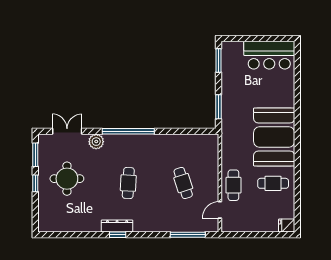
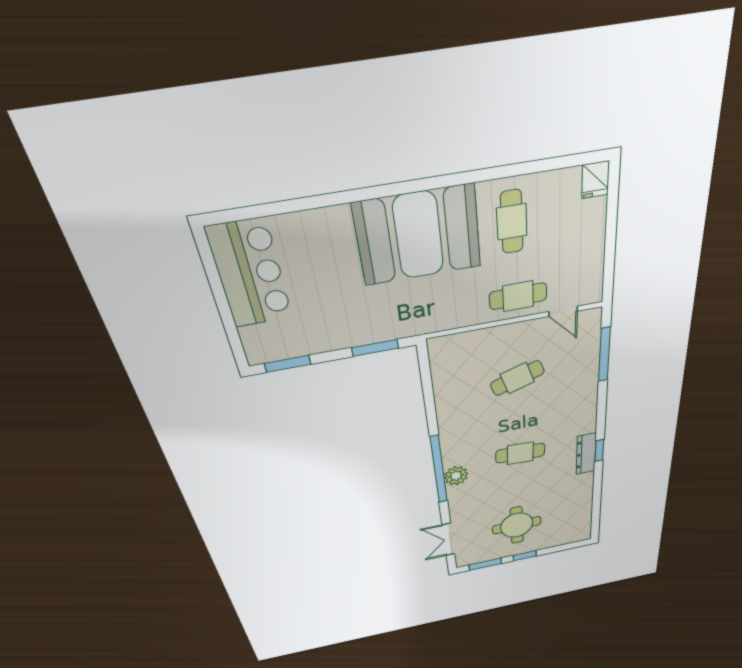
plant: (96, 142) -> (456, 476), moved

